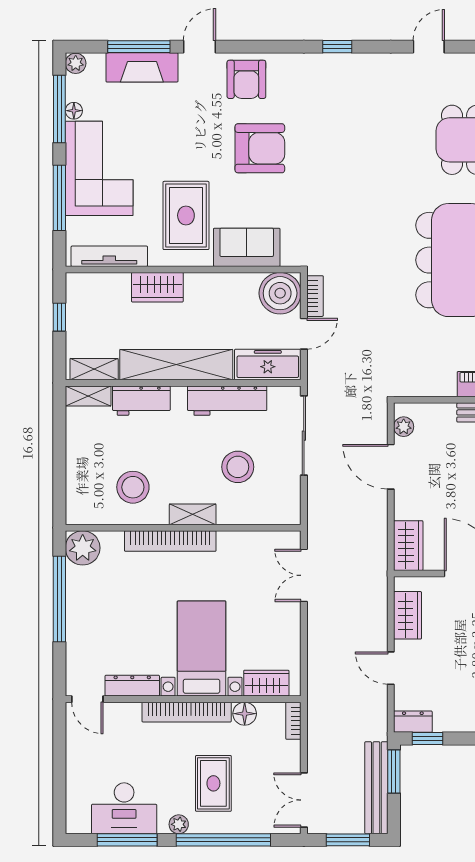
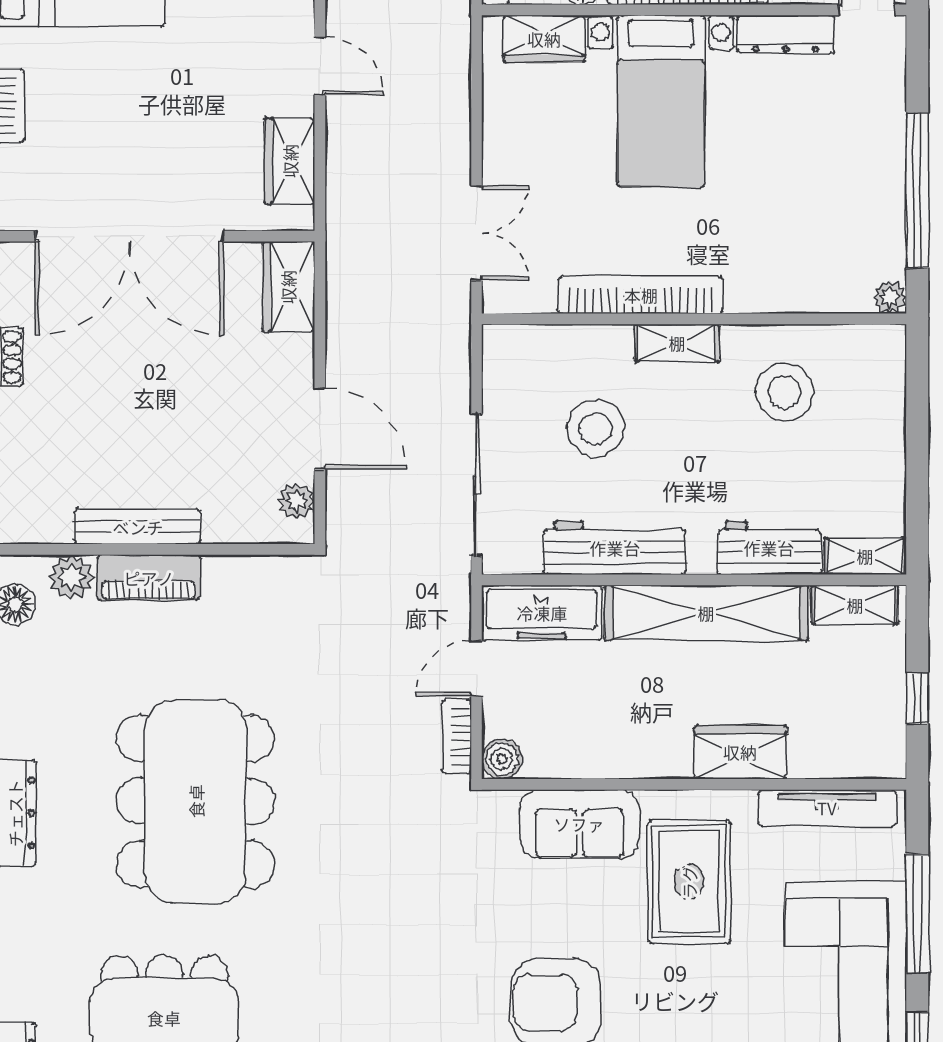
boiler: (280, 293) -> (502, 759), width x0.54, depth x0.54
bookcase: (170, 541) -> (641, 295), moved
plant: (83, 548) -> (890, 297), width x0.53, depth x0.53

